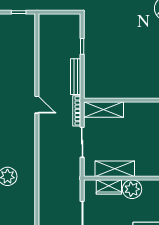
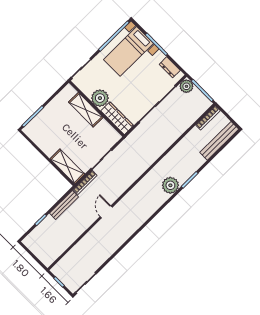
shelving: (115, 169) -> (86, 110), moved
wardrobe: (109, 187) -> (117, 118), width x1.50

